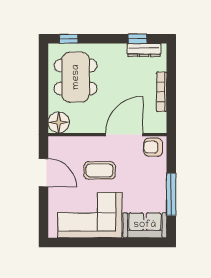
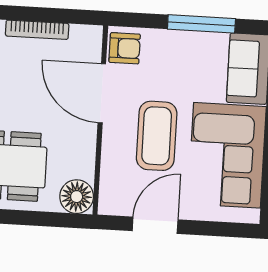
armchair: (153, 147) -> (125, 48), turned -90
coffee table: (100, 170) -> (157, 136), width x1.36, depth x1.32

